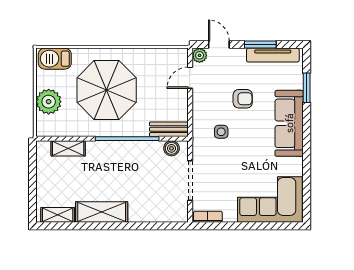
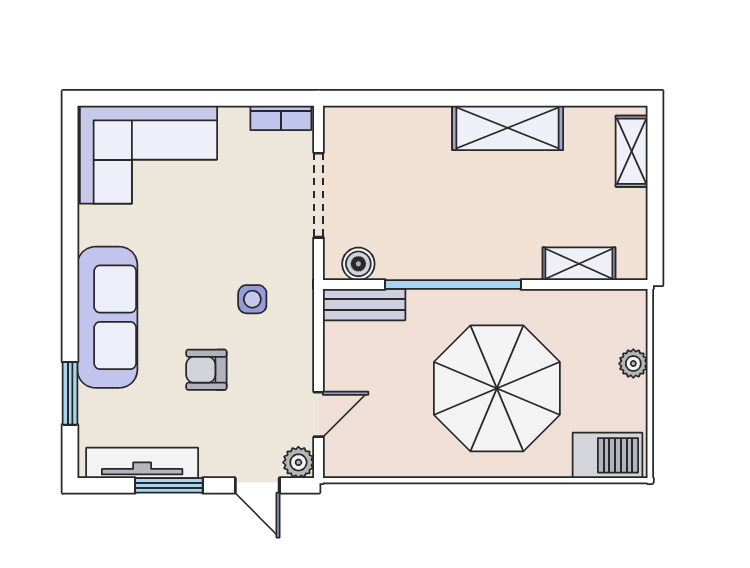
plant: (49, 102) -> (633, 364), width x0.53, depth x0.53
shelving: (58, 215) -> (632, 151), moved, turned 90

